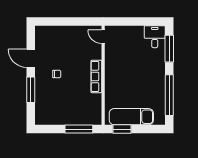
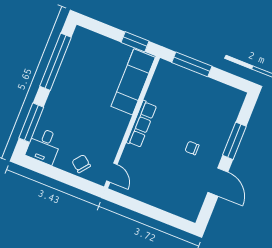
chair: (126, 35) -> (81, 164), added
exam couch: (131, 117) -> (133, 82), moved, turned 90

